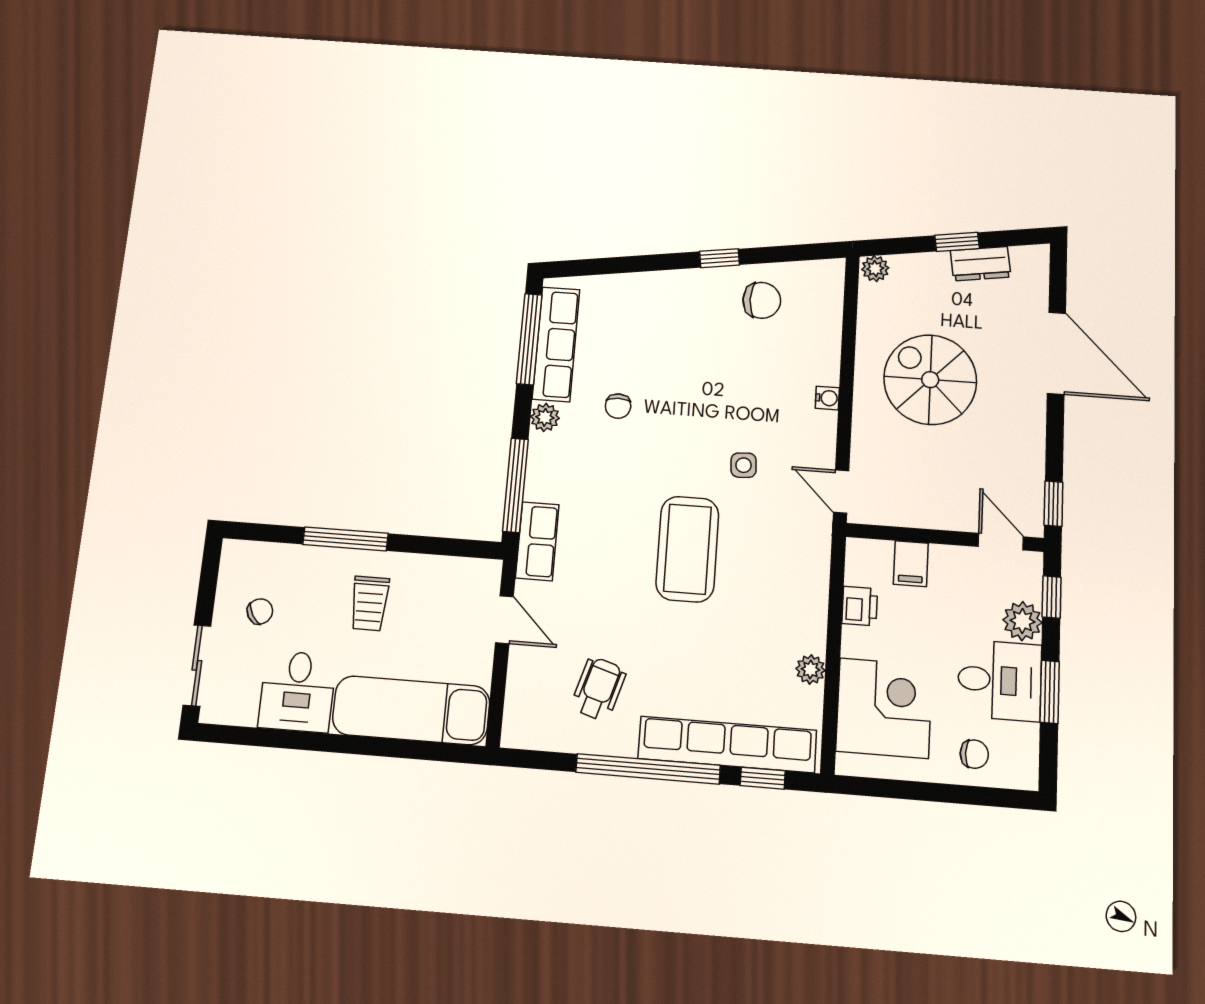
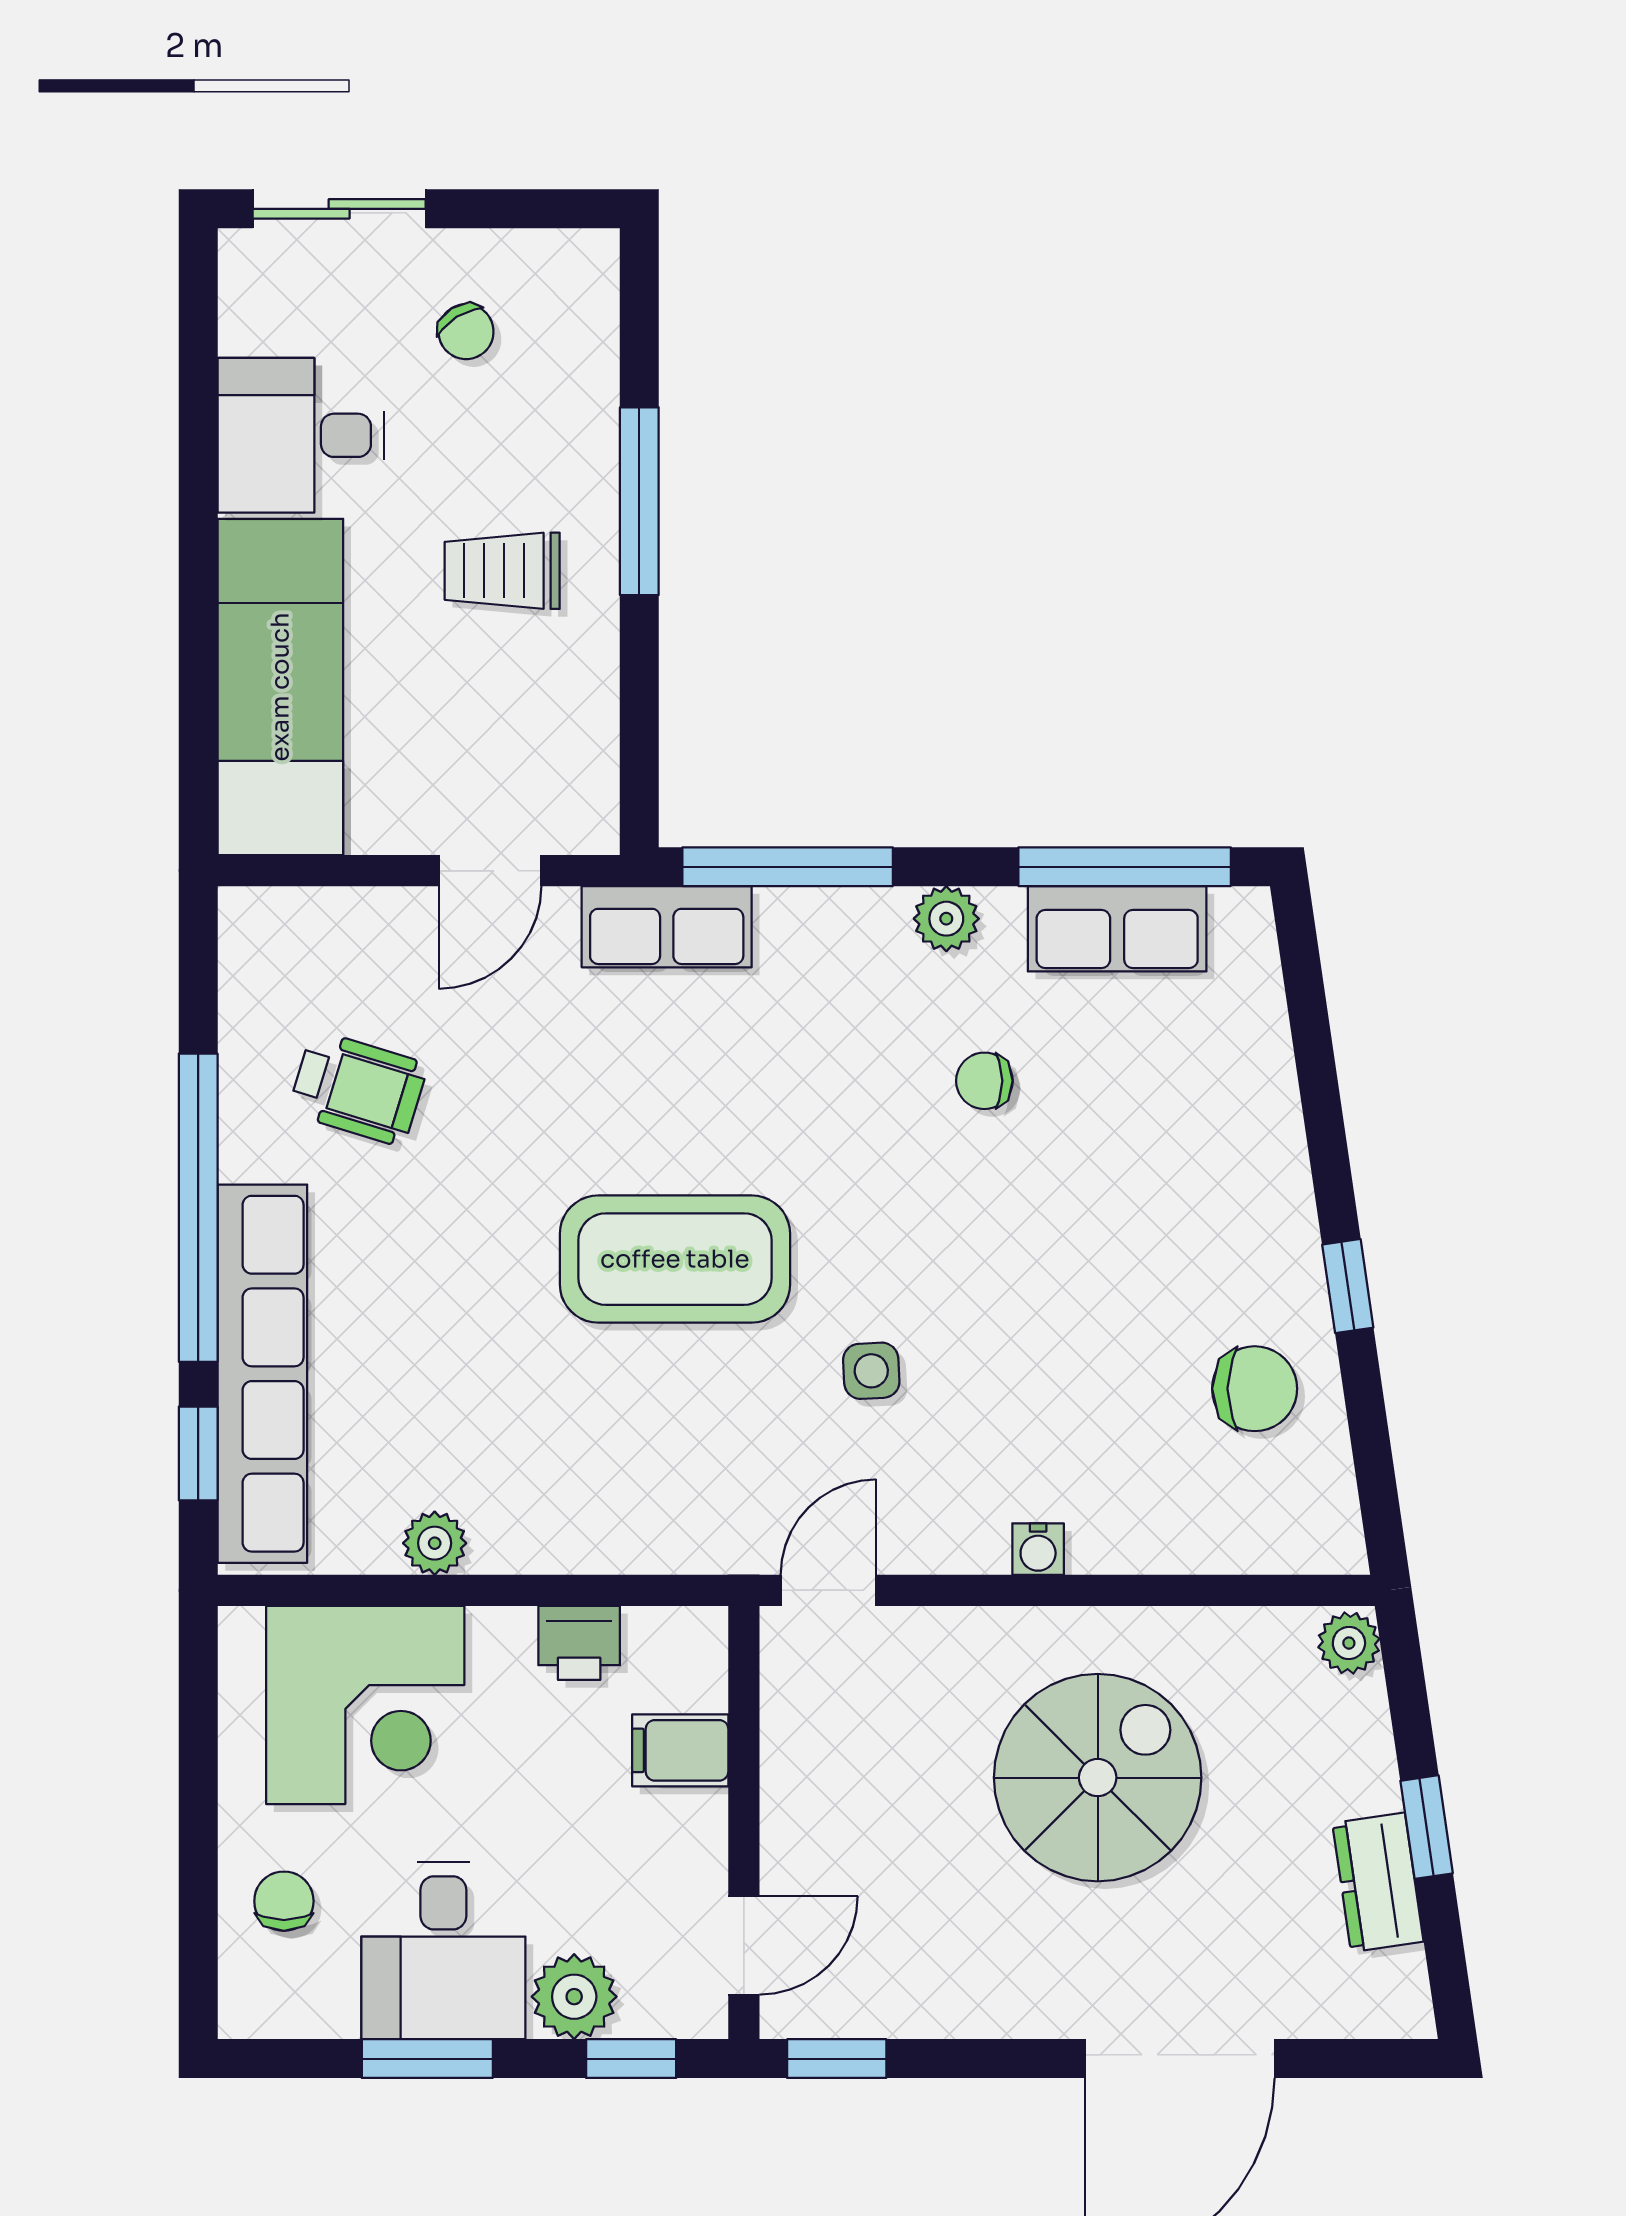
chair: (762, 300) -> (1255, 1389), turned -90
row of seats: (556, 344) -> (1117, 929), width x0.68
chair: (974, 754) -> (284, 1901), turned 180

